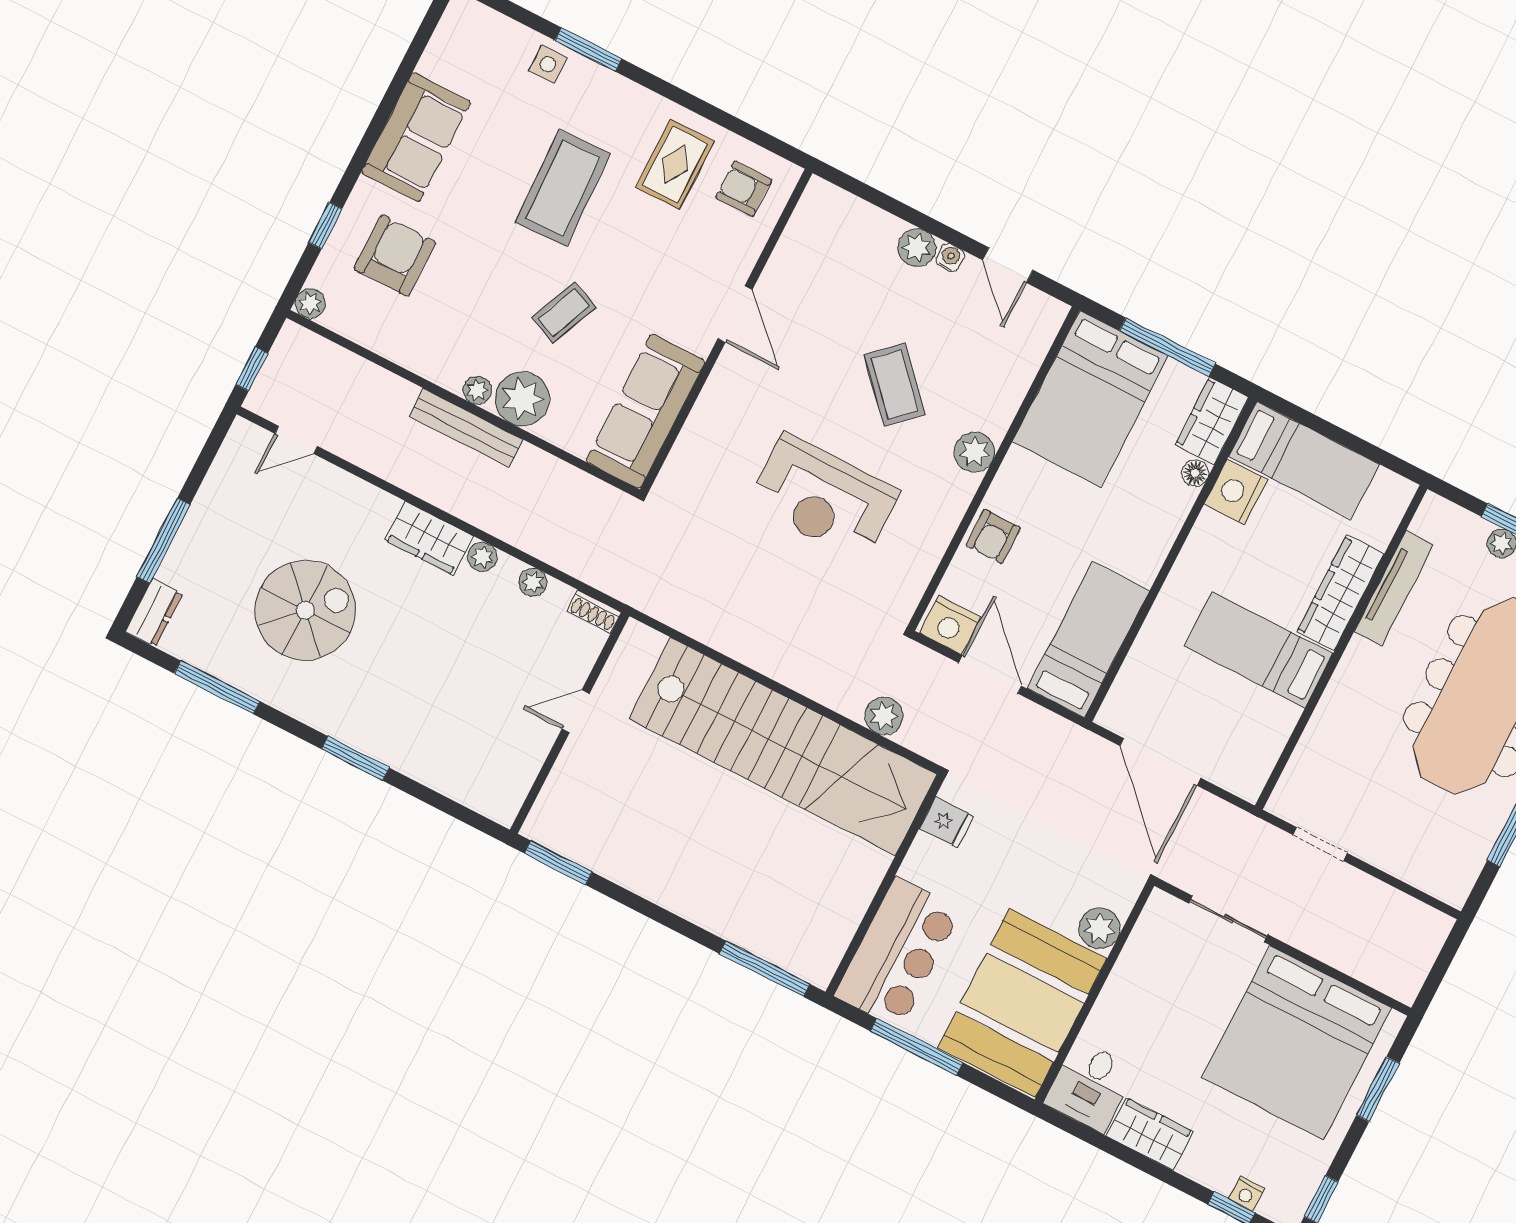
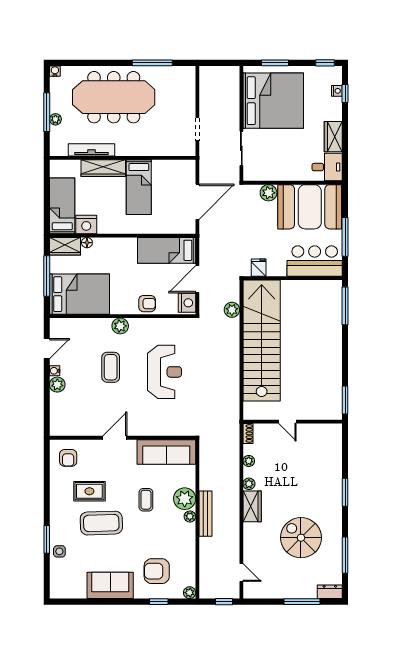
rug: (675, 164) -> (89, 491), moved
coffee table: (564, 312) -> (146, 500), turned 67
coffee table: (895, 385) -> (111, 367), turned -47

